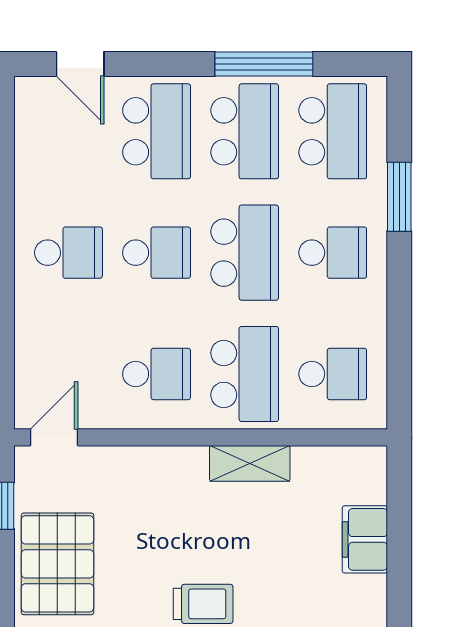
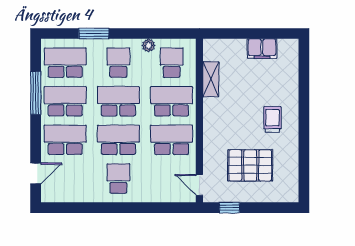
school desk: (157, 253) -> (118, 140), width x1.85
plant: (372, 321) -> (149, 45), added
school desk: (157, 374) -> (172, 140), width x1.85
shelving: (250, 463) -> (211, 79), moved
filing cabinet: (365, 539) -> (262, 49), moved
pallet: (57, 564) -> (250, 165), moved

